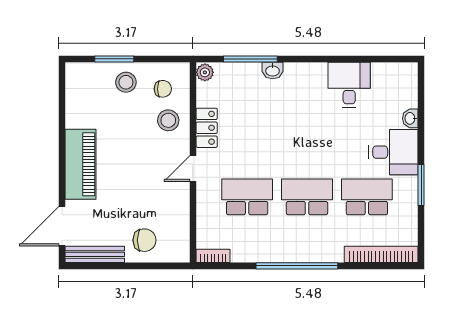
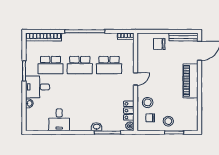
locker: (207, 128) -> (129, 111), moved

